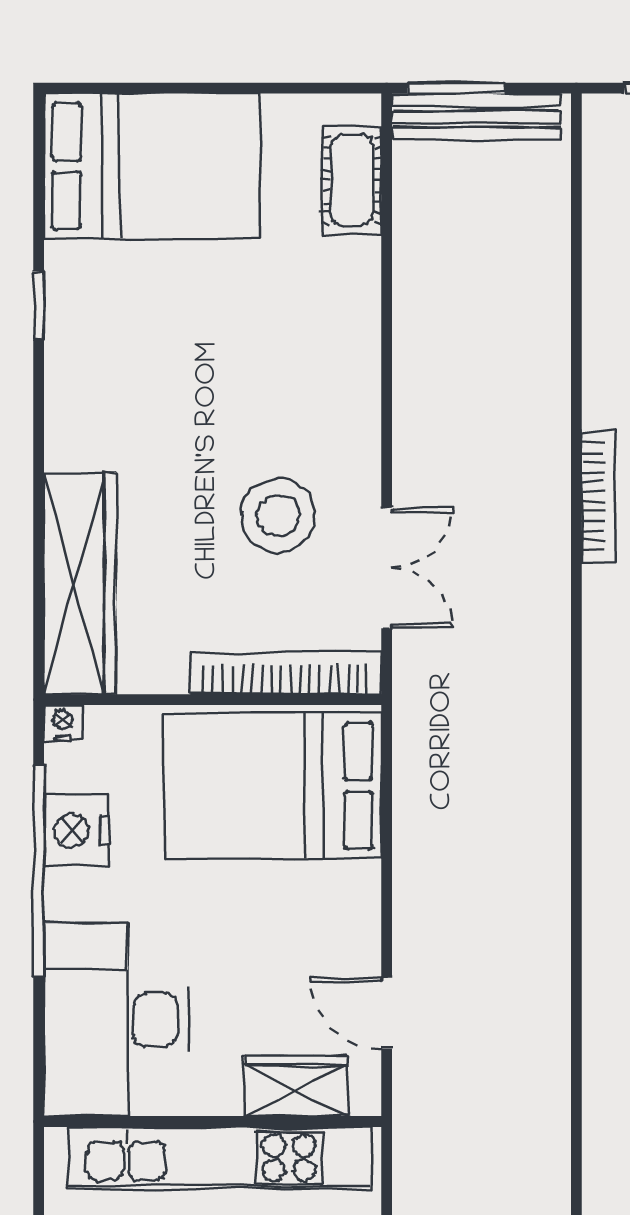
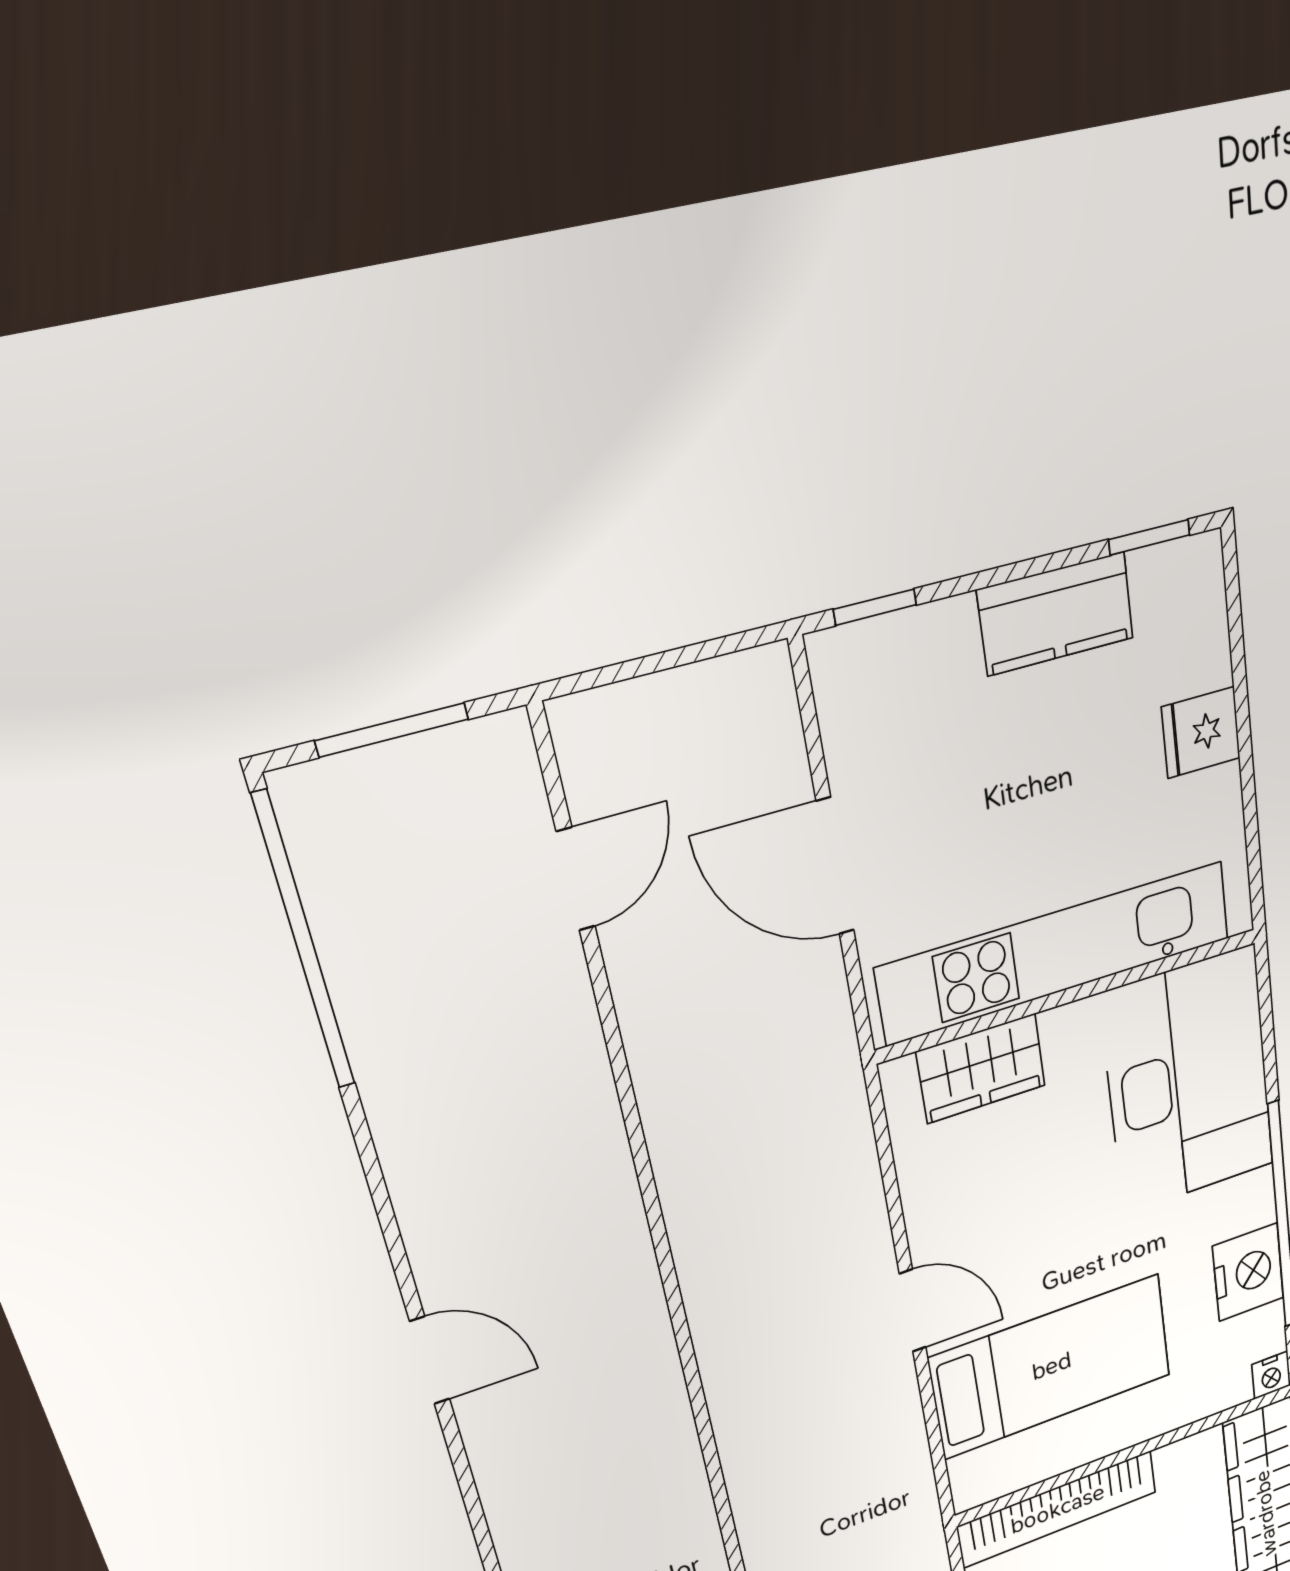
bed: (272, 786) -> (1052, 1366), width x0.67
door: (387, 1013) -> (913, 1311), moved

